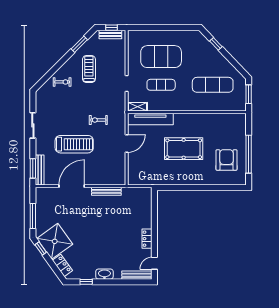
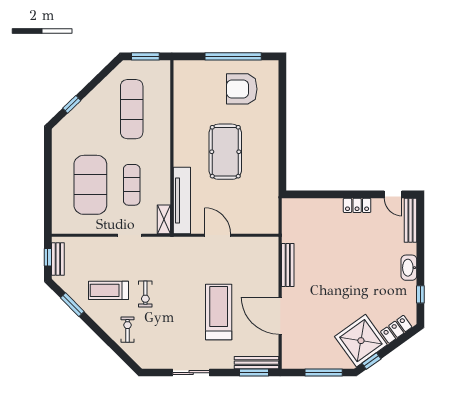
exercise bike: (98, 120) -> (145, 294), moved

